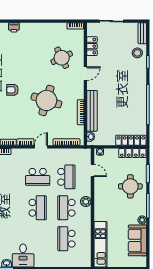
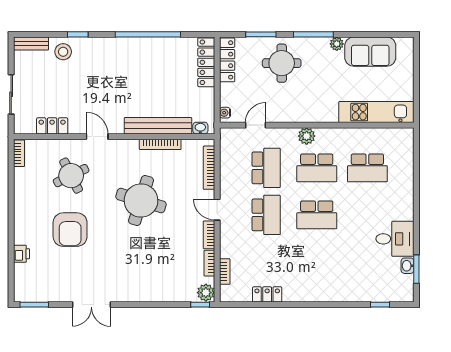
armchair: (12, 90) -> (70, 230), moved, width x1.88, depth x1.88
school desk: (66, 177) -> (266, 168), turned 90
school desk: (38, 208) -> (317, 215), turned 180

